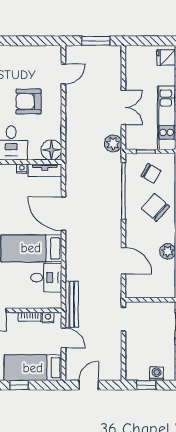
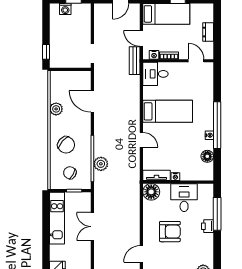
plant: (113, 143) -> (101, 164), moved
door: (63, 214) -> (141, 140), width x0.53
desk: (46, 278) -> (155, 74), moved
bench: (72, 304) -> (135, 61), width x0.73

